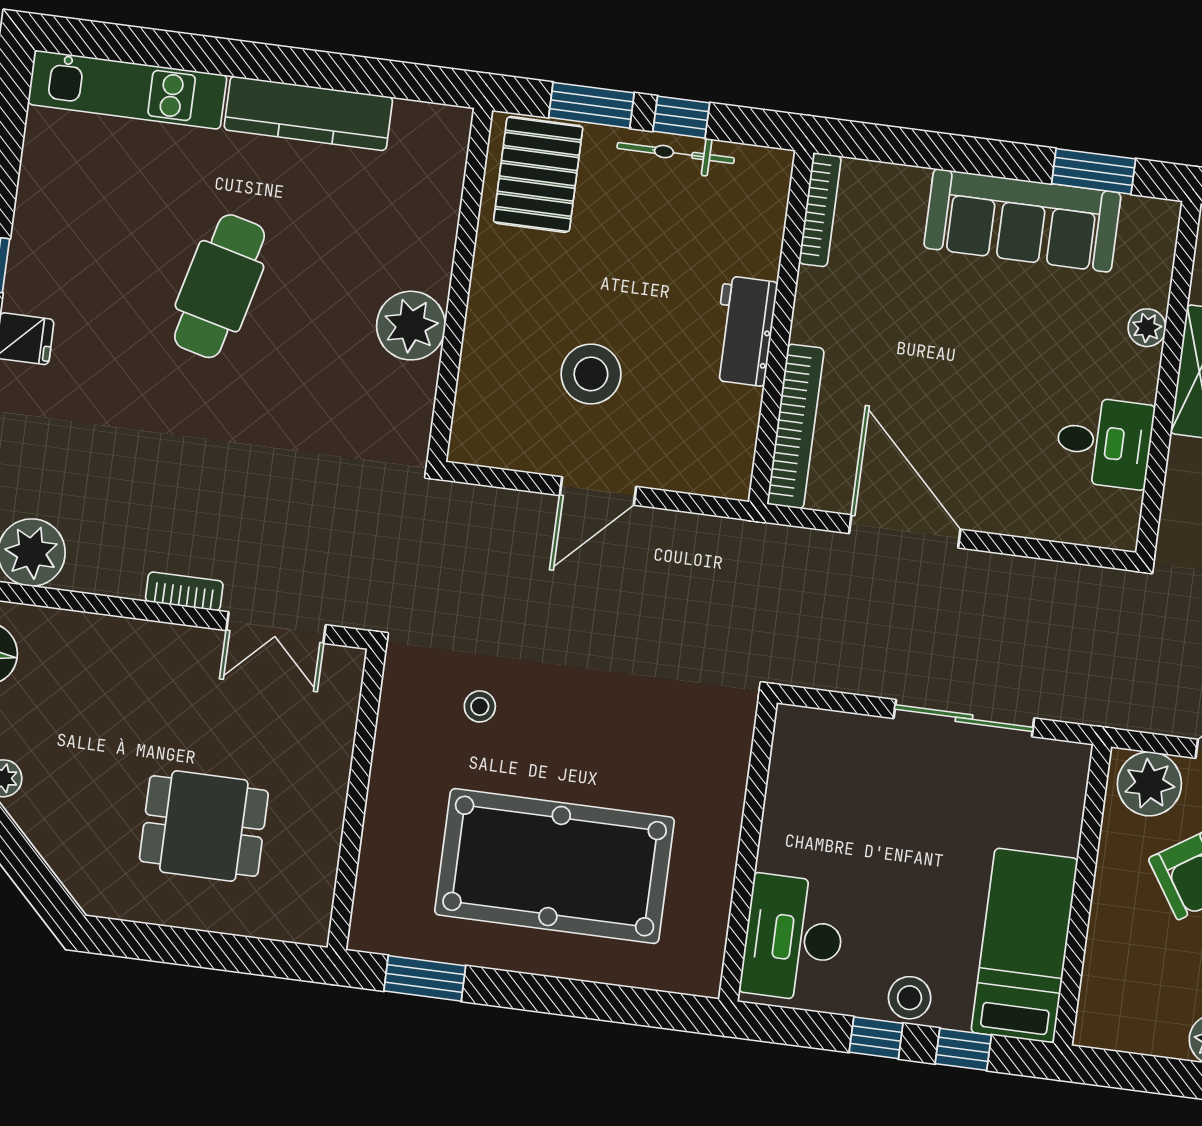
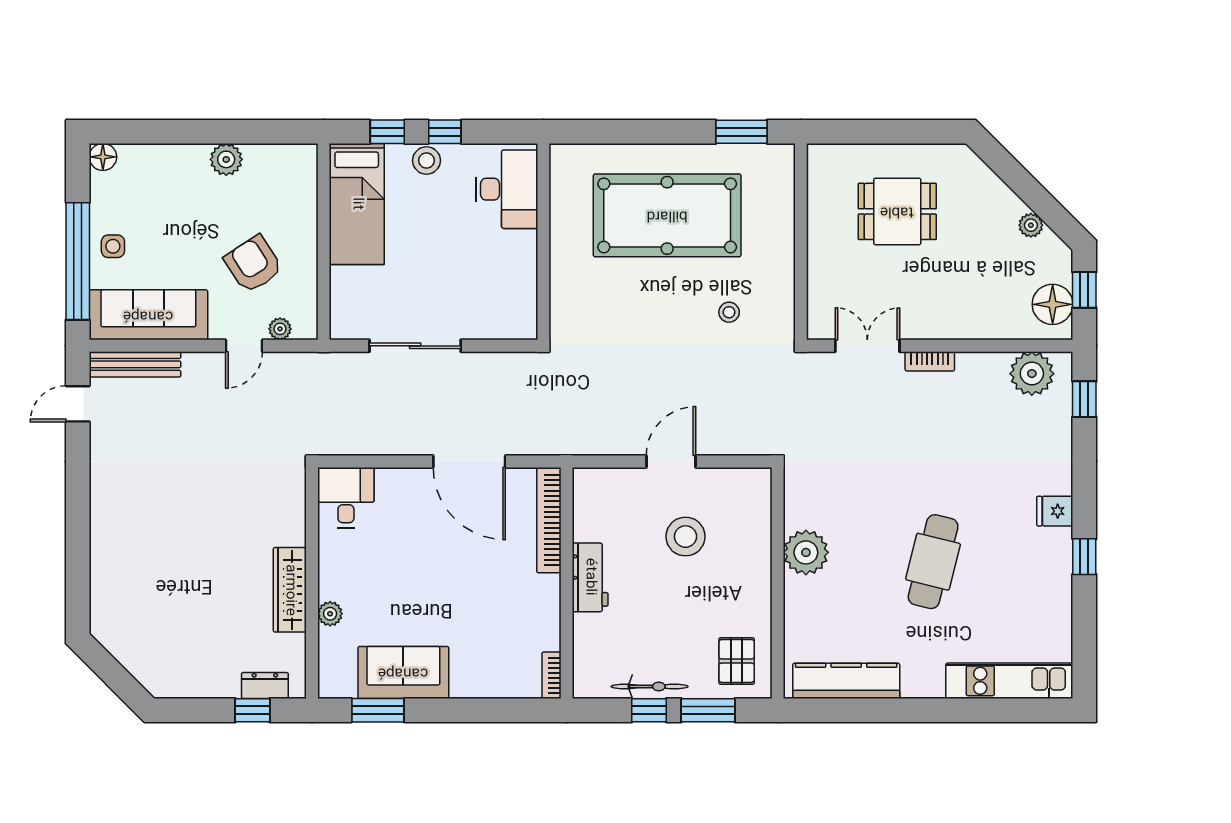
kitchen counter: (308, 113) -> (846, 681), moved
pallet: (538, 174) -> (737, 661), width x0.67, depth x0.71
bookcase: (820, 210) -> (551, 675), width x0.64
sofa: (1022, 220) -> (403, 672), width x0.73
desk: (1104, 442) -> (346, 497), moved, turned 90
plant: (1149, 784) -> (280, 329), width x0.53, depth x0.53

